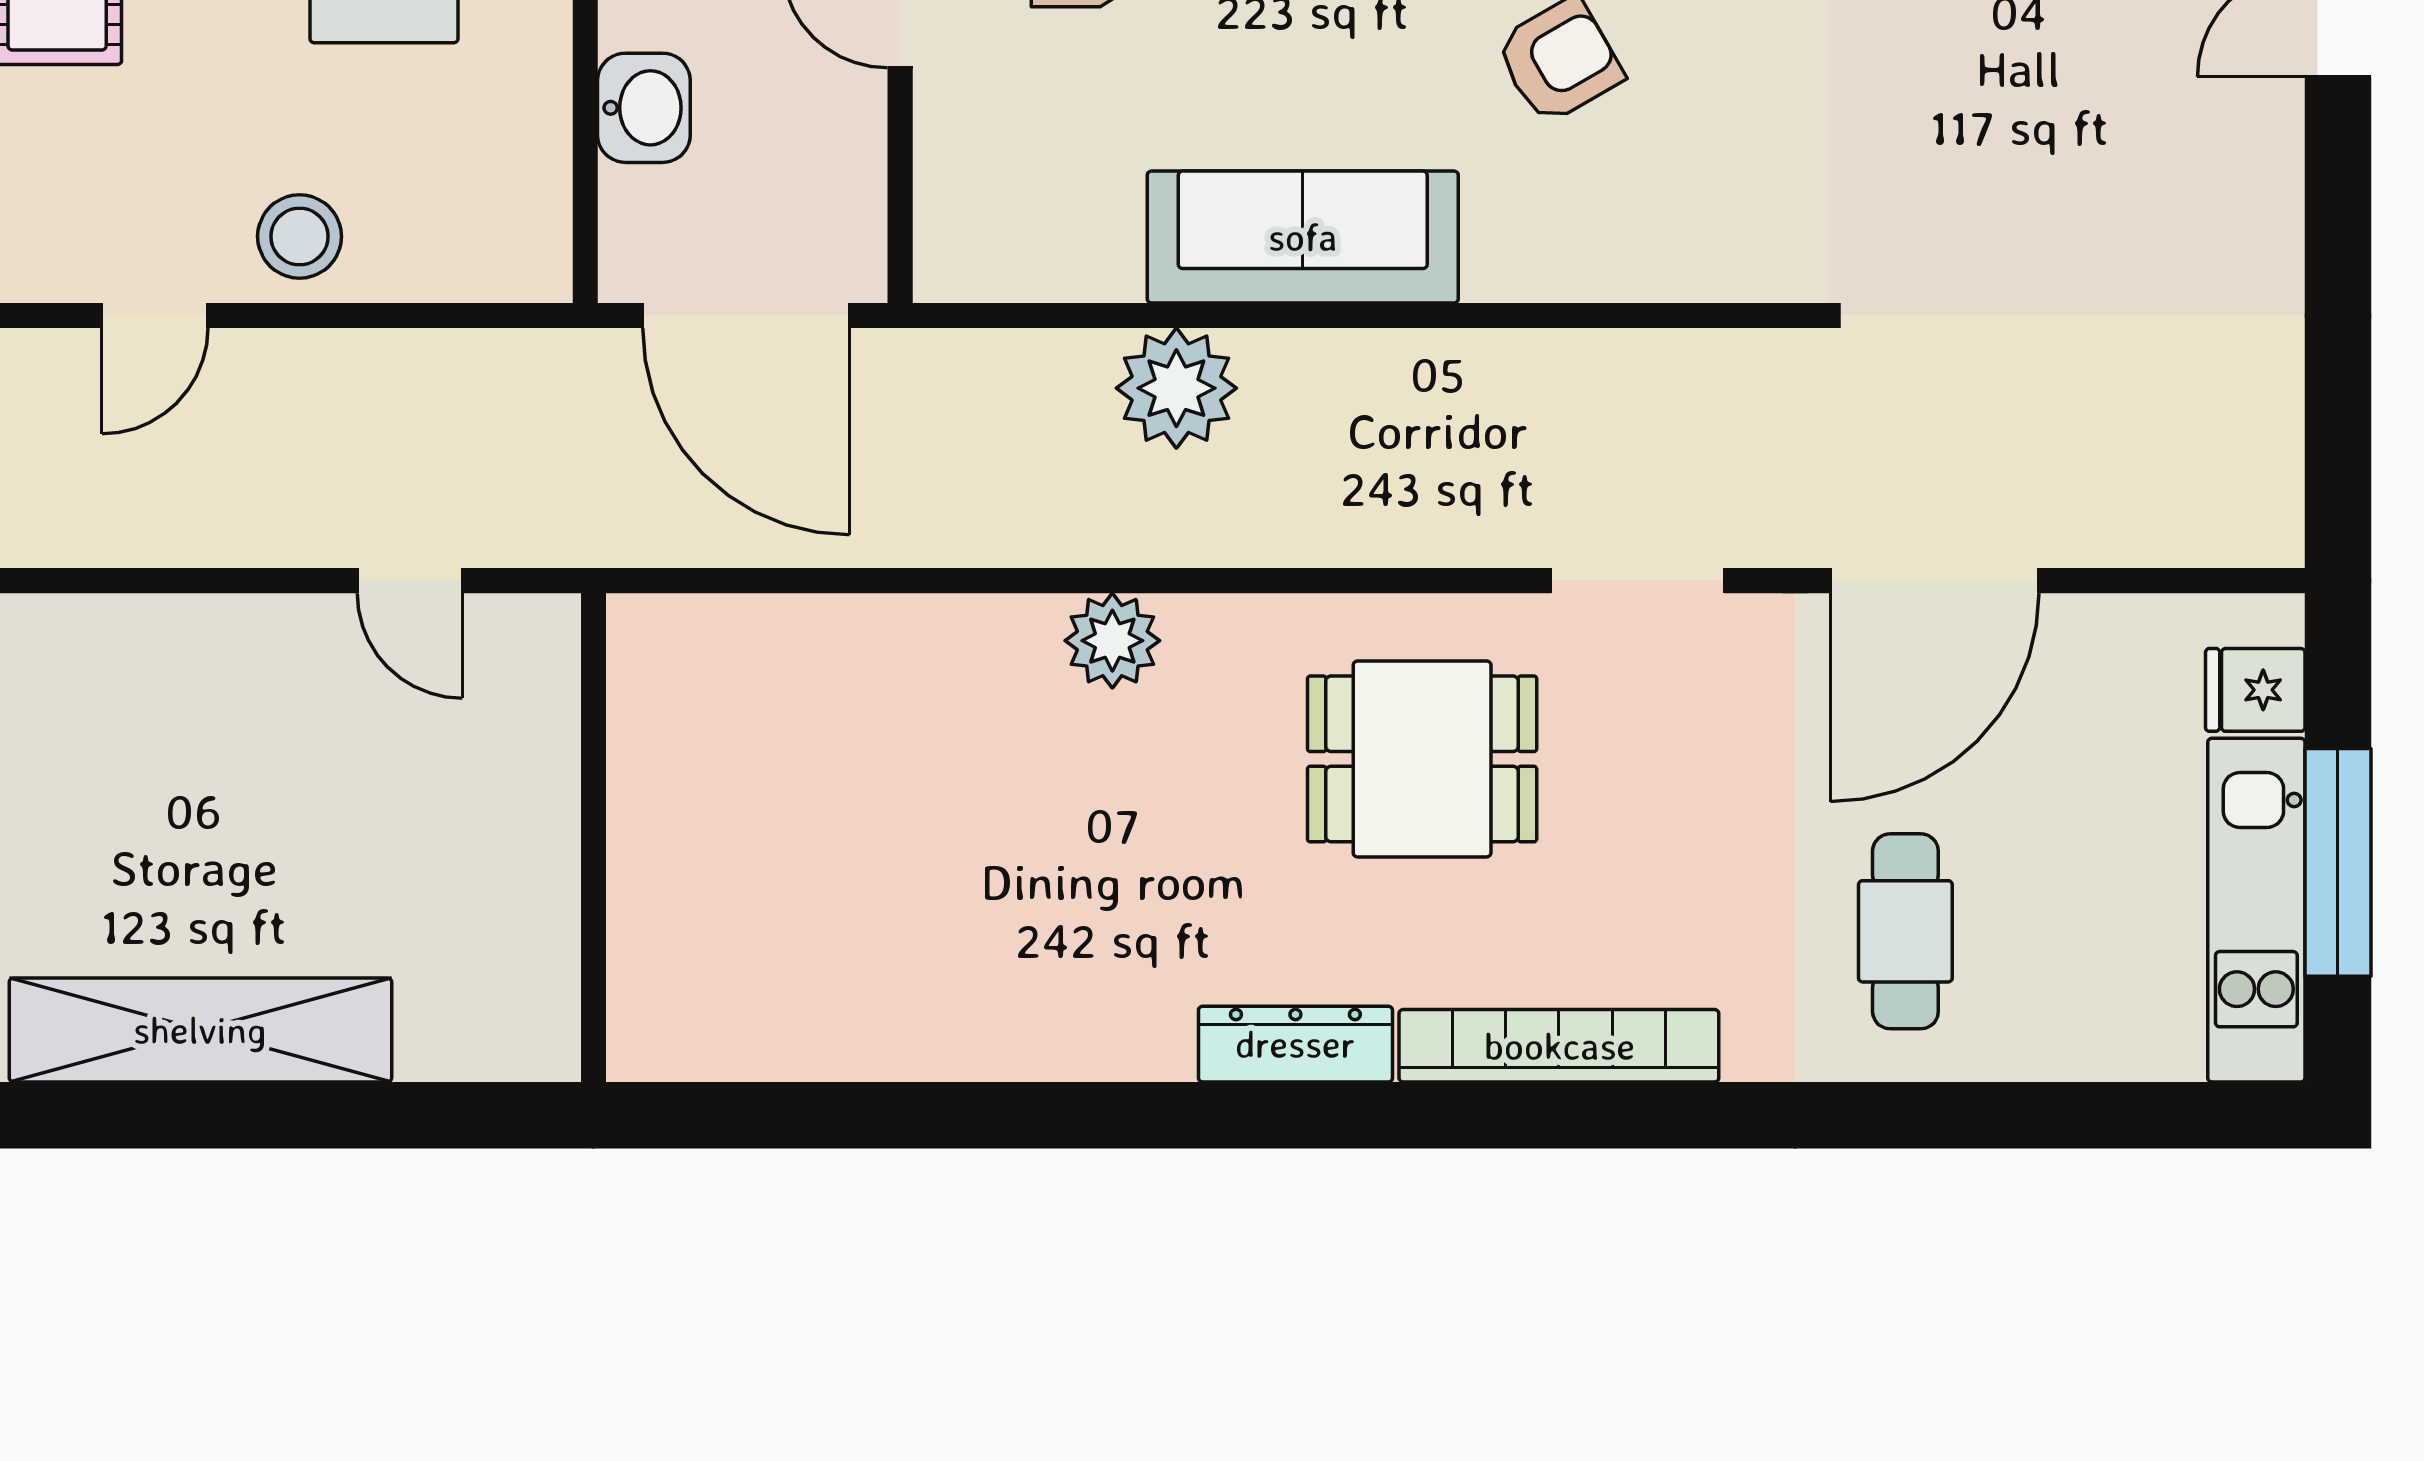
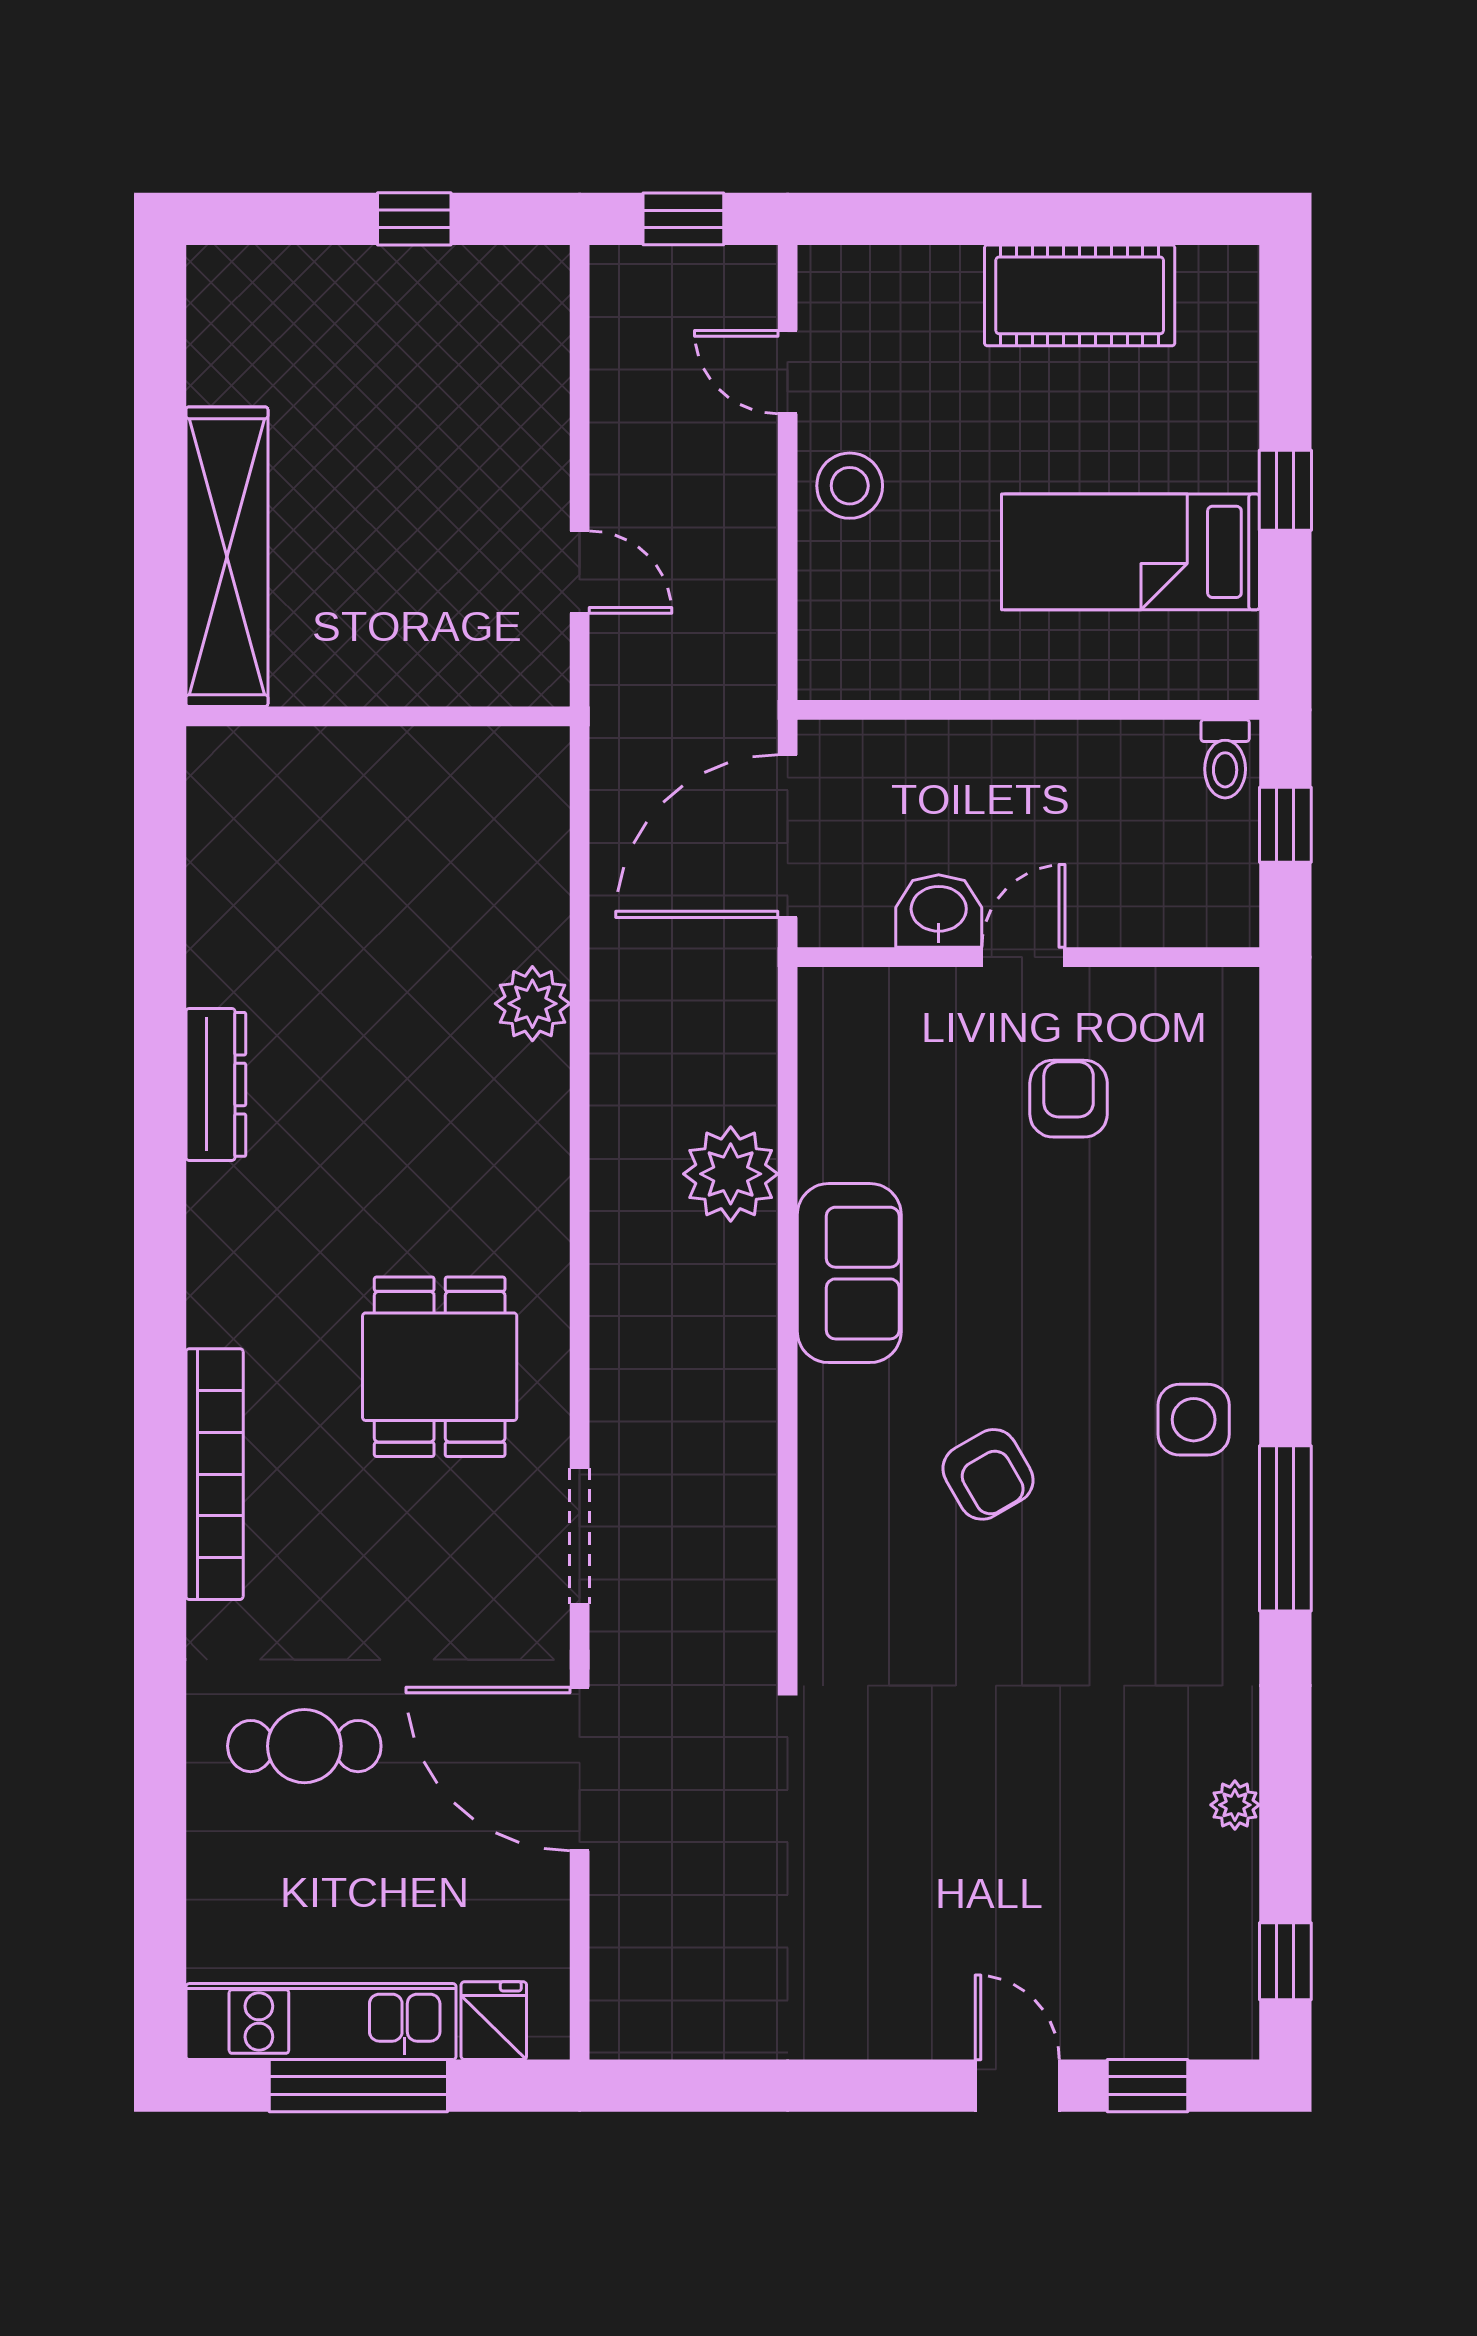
washbasin: (644, 108) -> (939, 911), moved, turned 180
sofa: (1303, 237) -> (849, 1273), width x0.73
door: (410, 581) -> (580, 572), swing flipped
plant: (1112, 641) -> (532, 1004), moved
shelving: (200, 1030) -> (227, 557), moved
dresser: (1295, 1044) -> (216, 1084), moved

